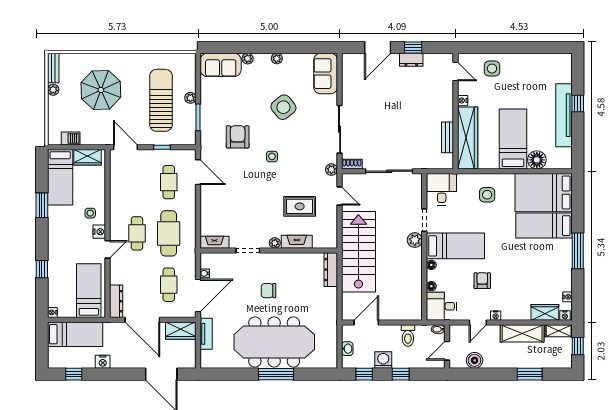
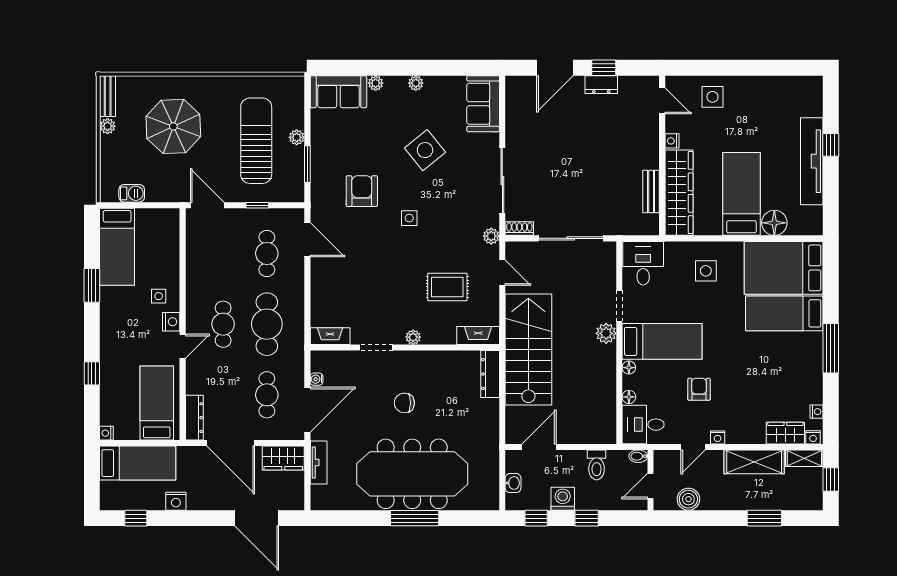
wardrobe: (87, 157) -> (155, 219), removed
fireplace: (297, 242) -> (478, 336), moved

